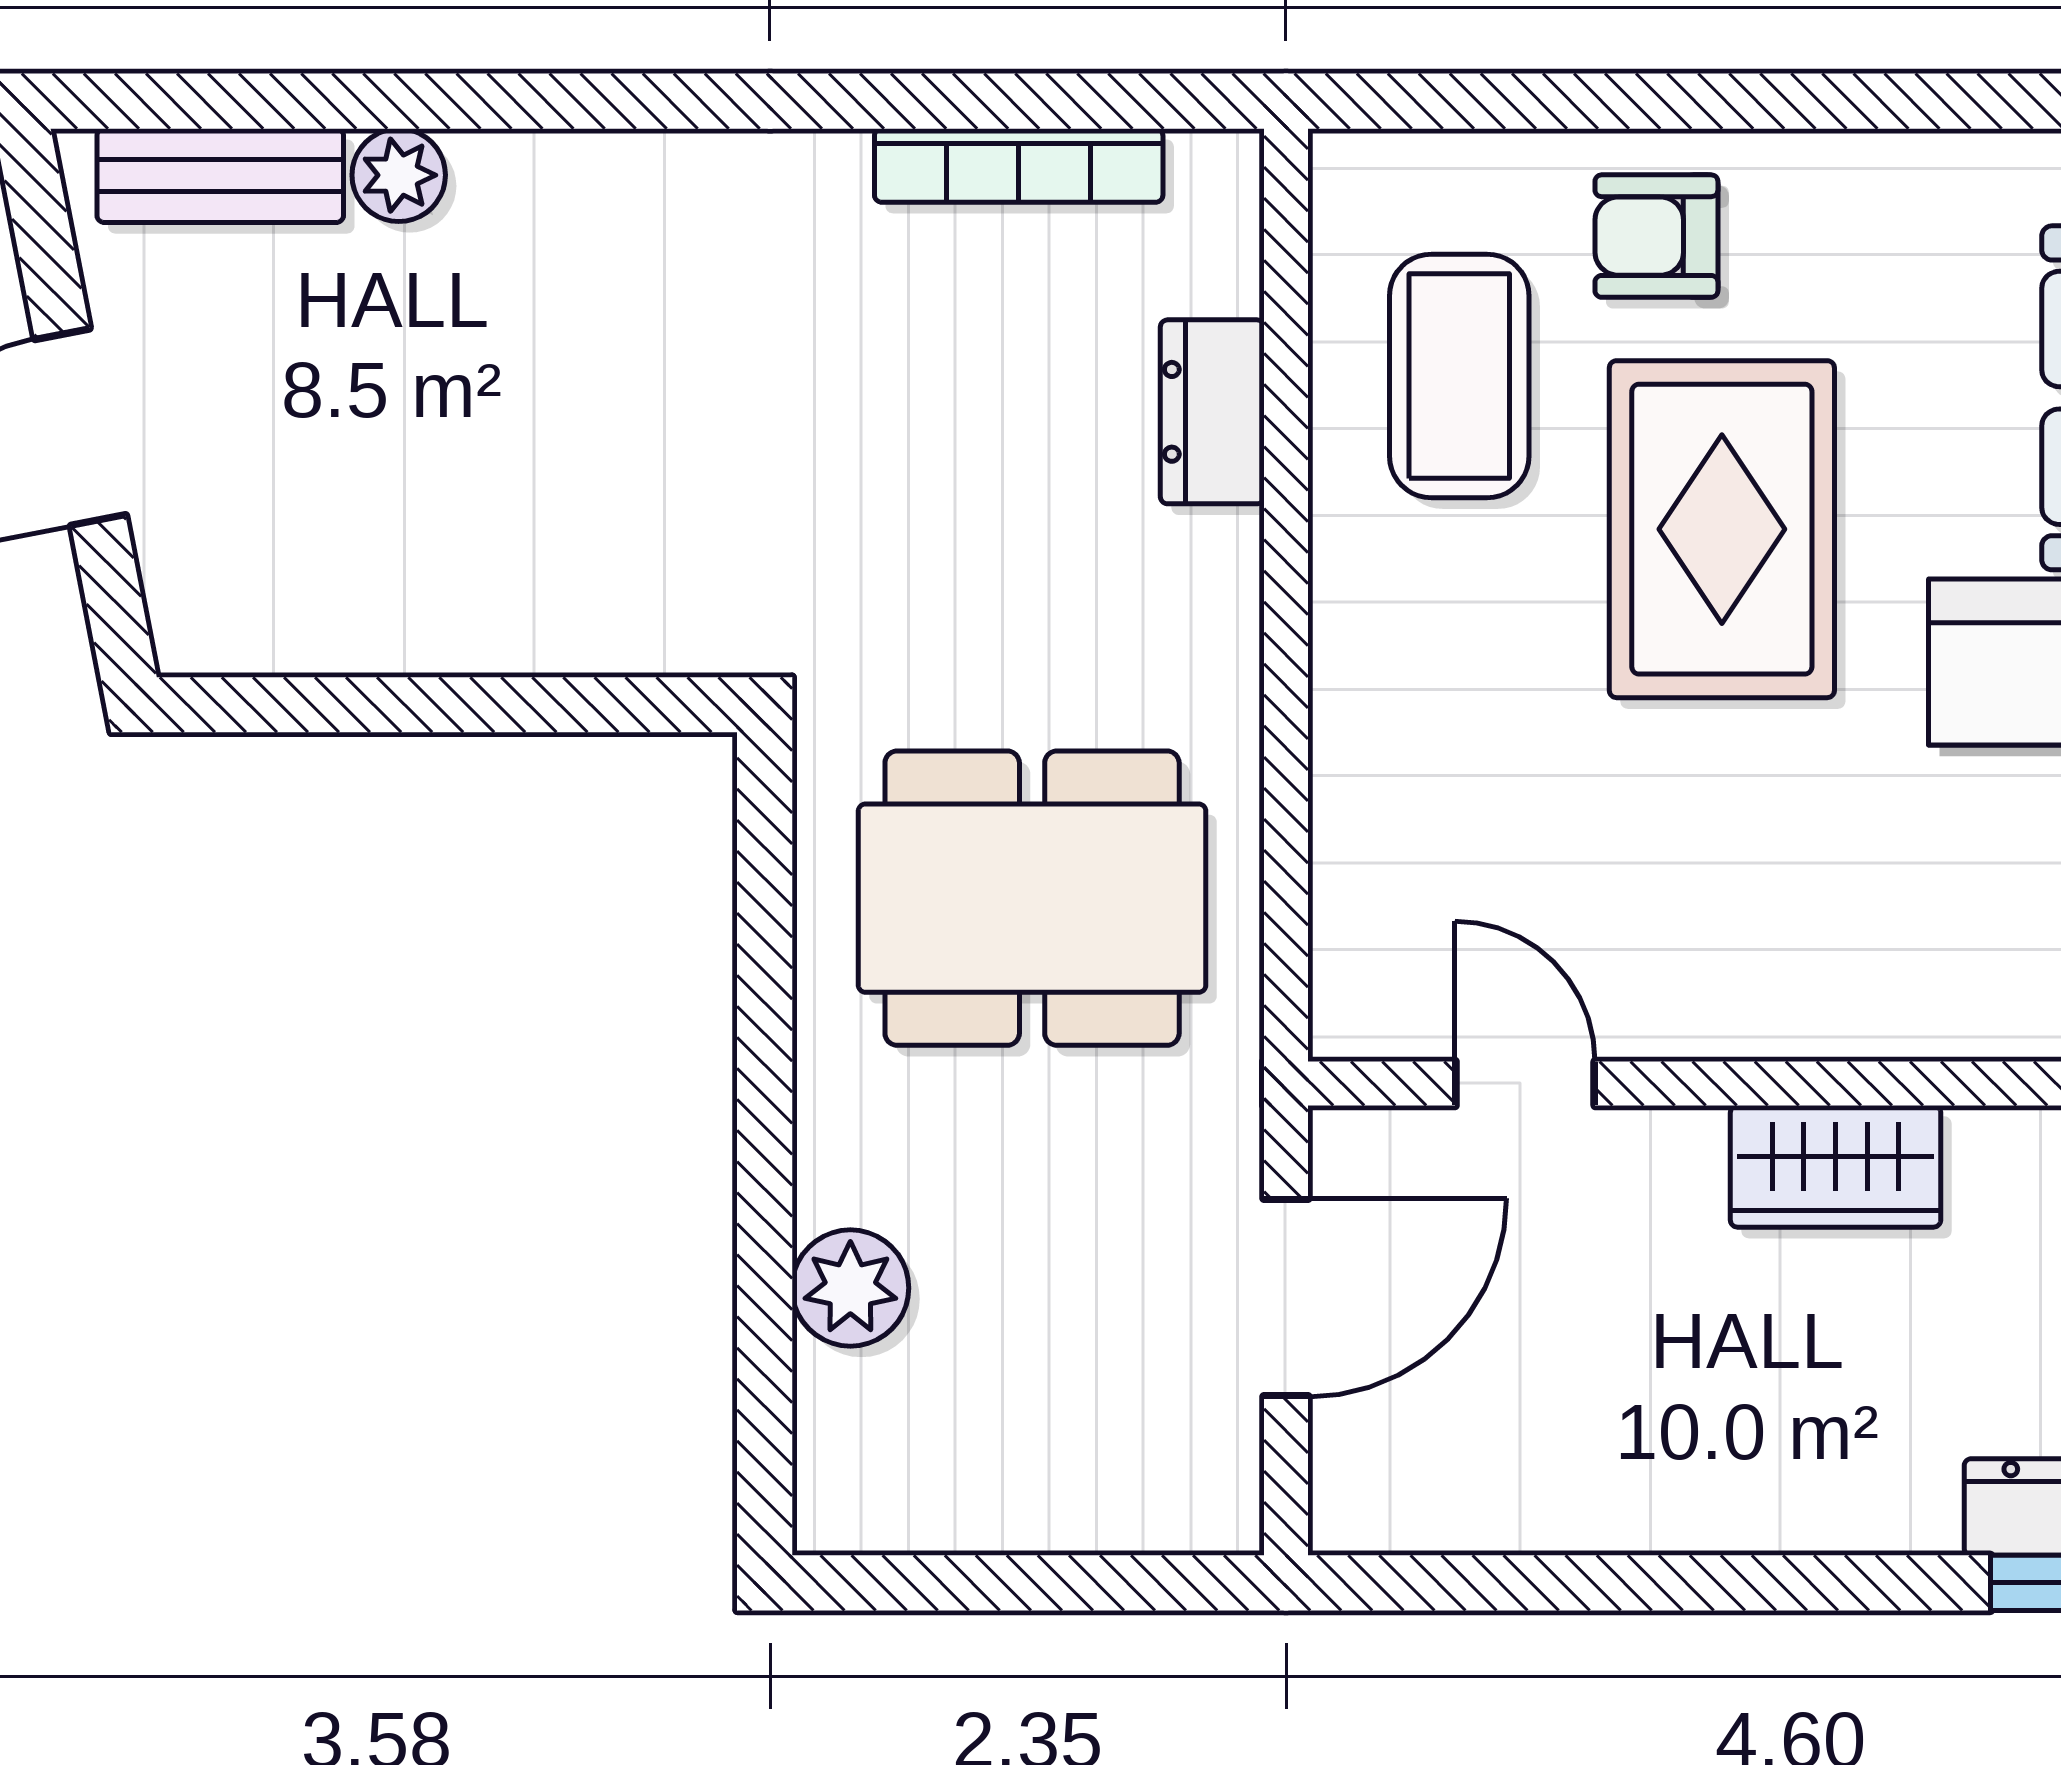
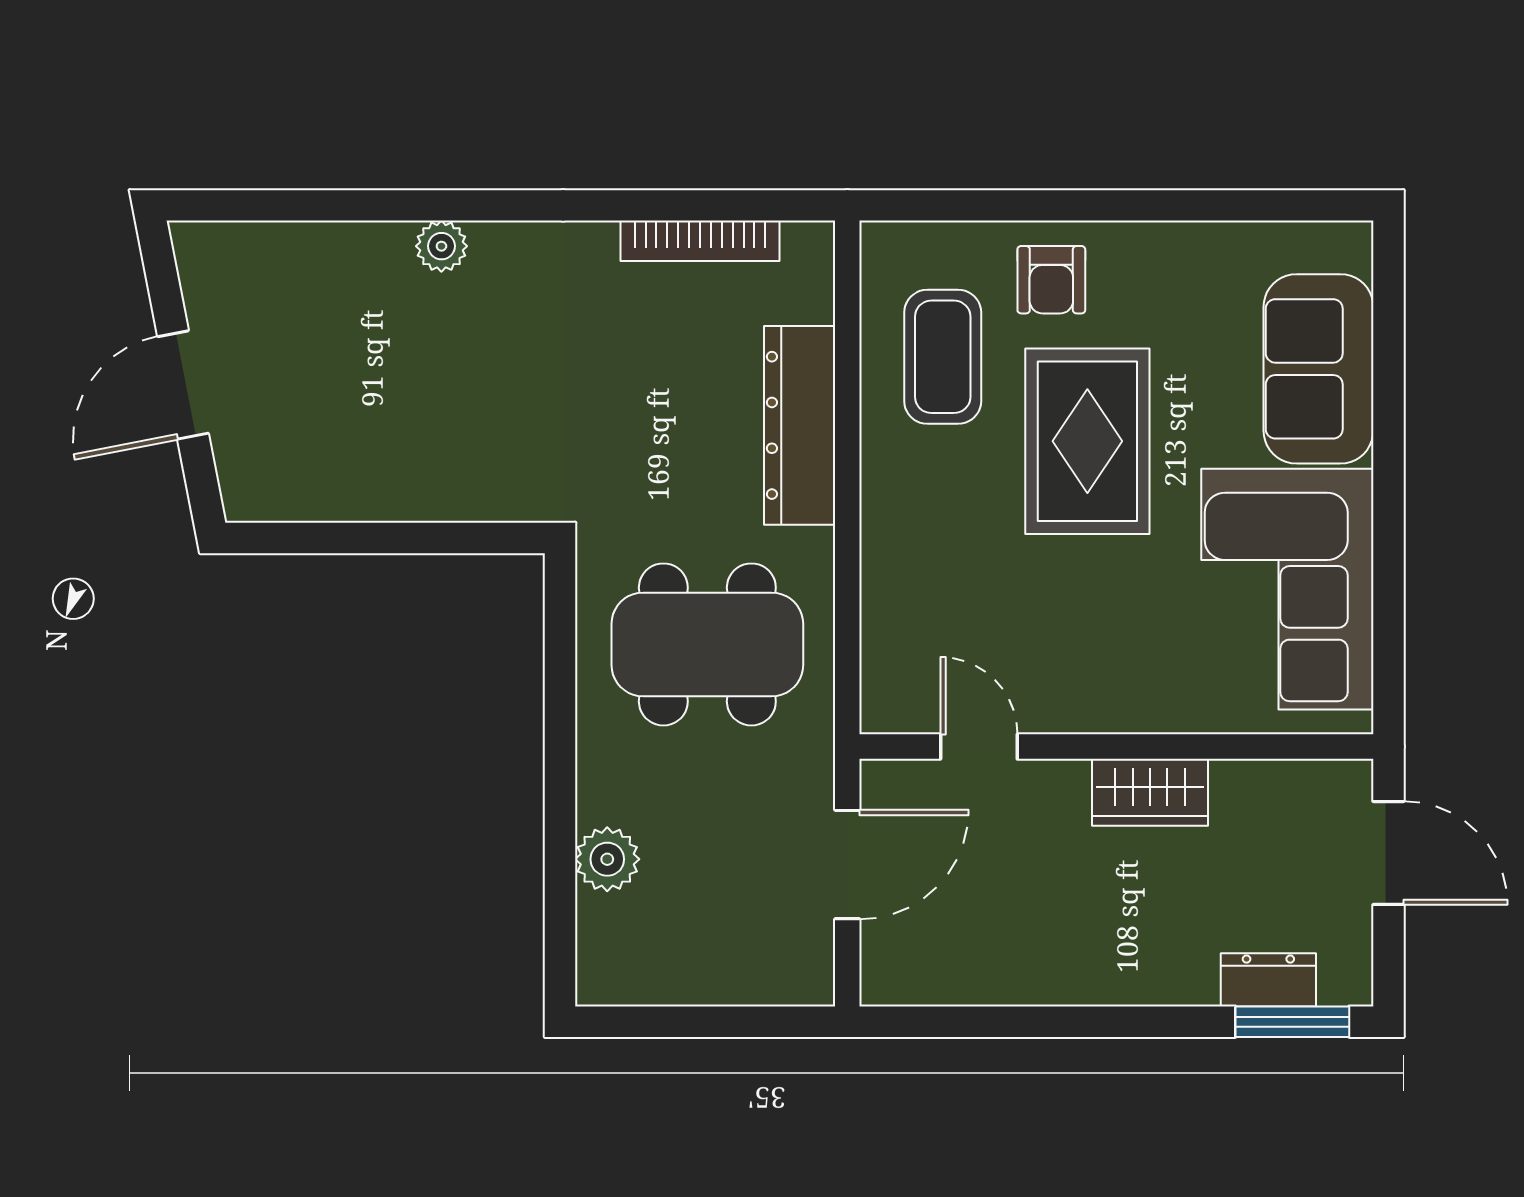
plant: (399, 175) -> (441, 246), moved
bench: (220, 176) -> (260, 246), removed
armchair: (1656, 236) -> (1051, 280), turned -90
dresser: (1212, 412) -> (800, 425), width x1.96, depth x1.24

